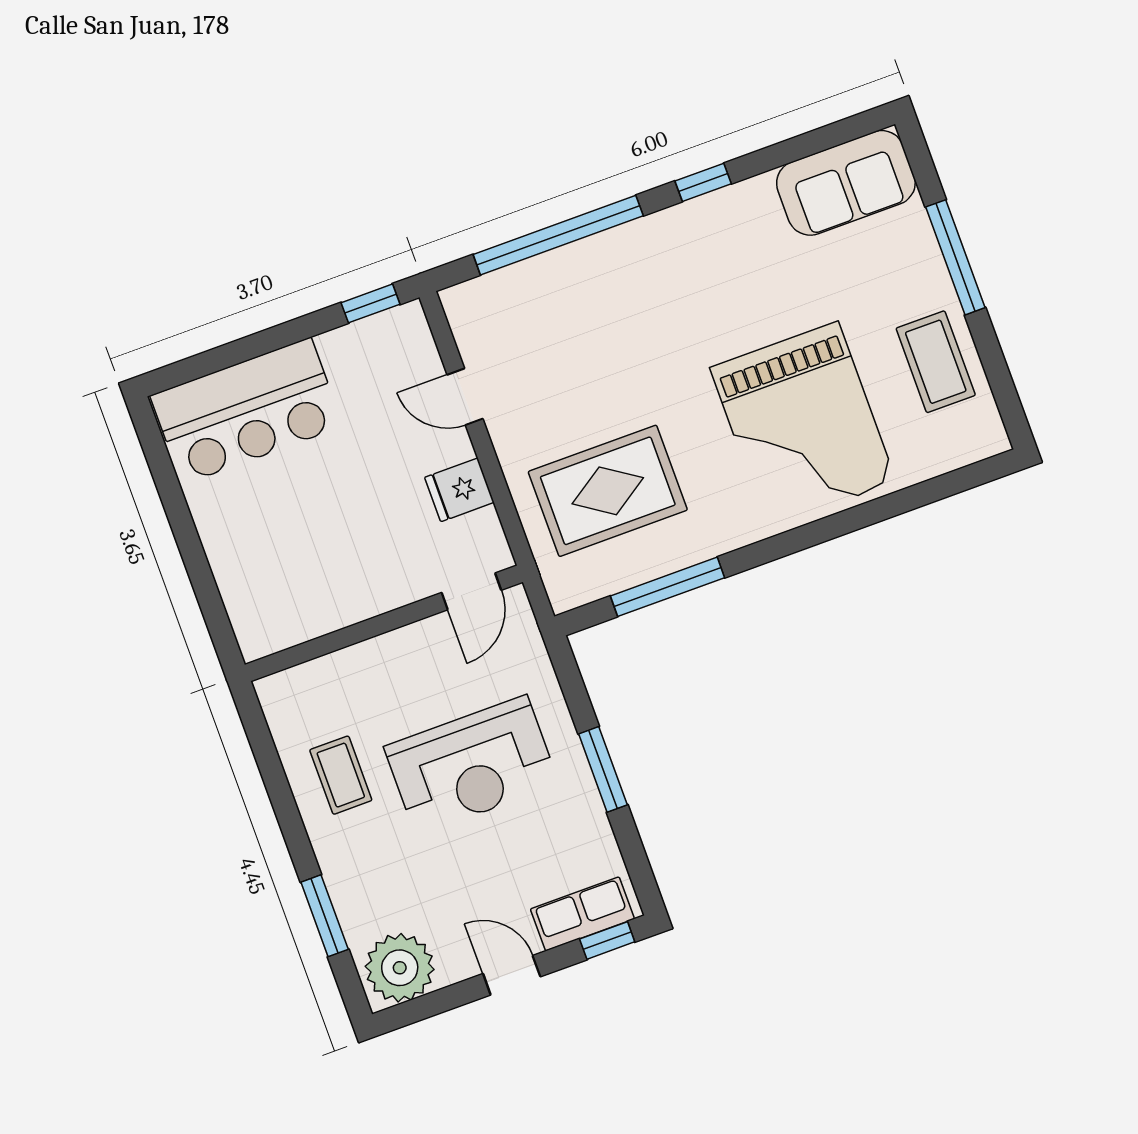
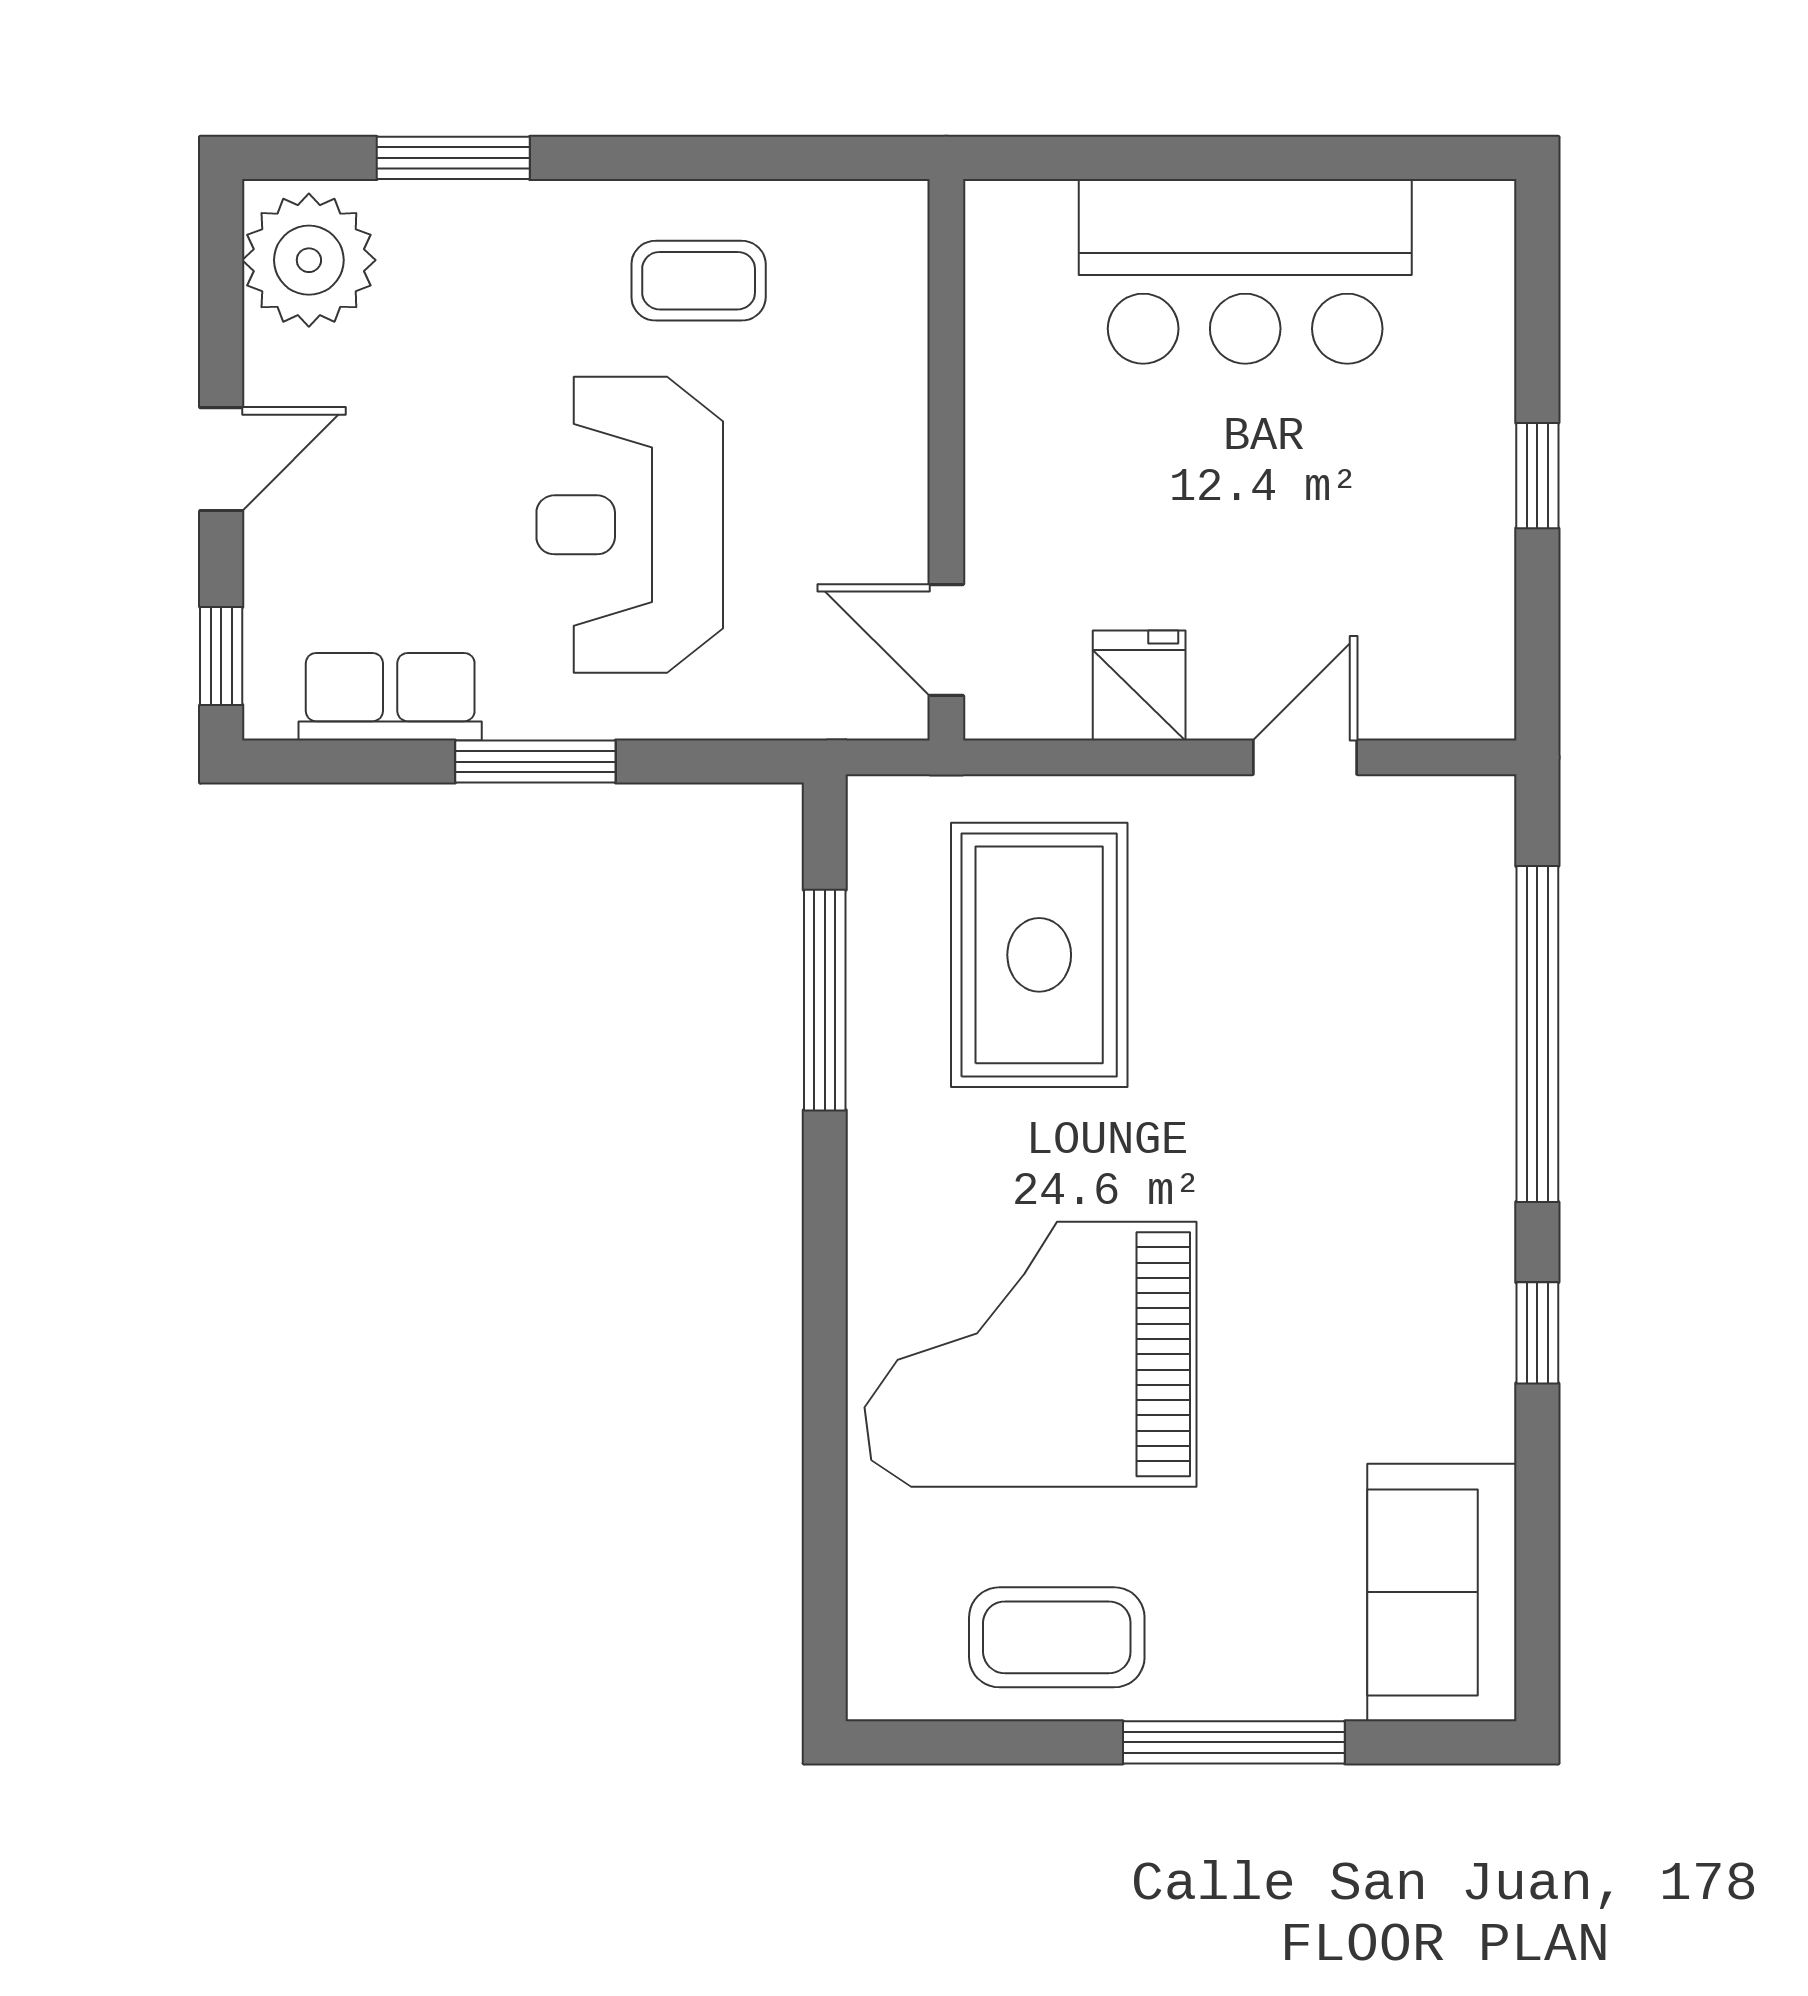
window: (370, 303) -> (1537, 476), moved
bar counter: (247, 411) -> (1245, 271), moved, turned -90
row of seats: (582, 914) -> (390, 697), moved, turned -90

